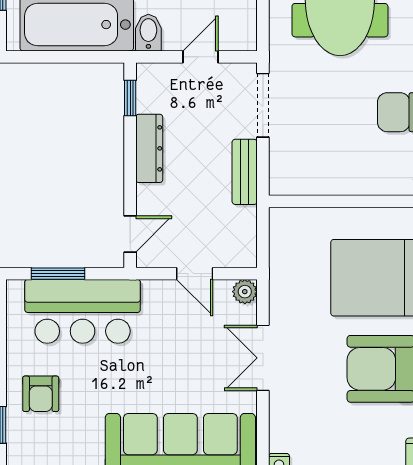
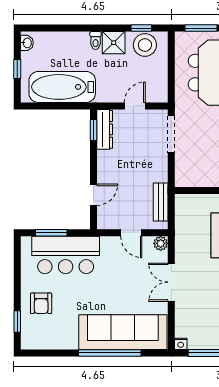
bidet: (148, 33) -> (104, 92), removed
dresser: (149, 148) -> (105, 129), moved
bench: (245, 172) -> (161, 202), moved
door: (130, 234) -> (93, 195), moved

